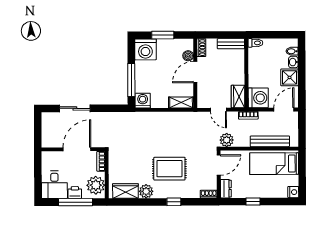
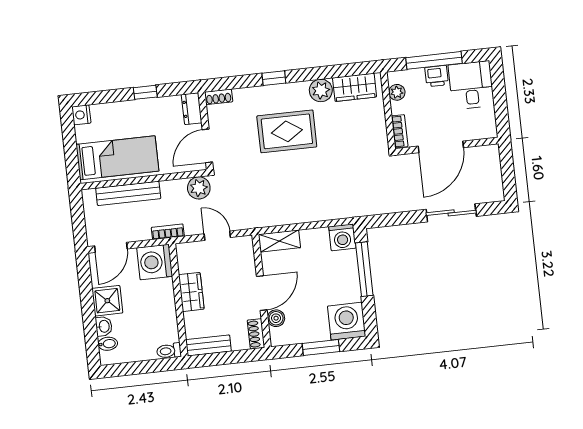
wardrobe: (238, 96) -> (191, 292), moved
plant: (96, 185) -> (397, 92), width x0.53, depth x0.53

